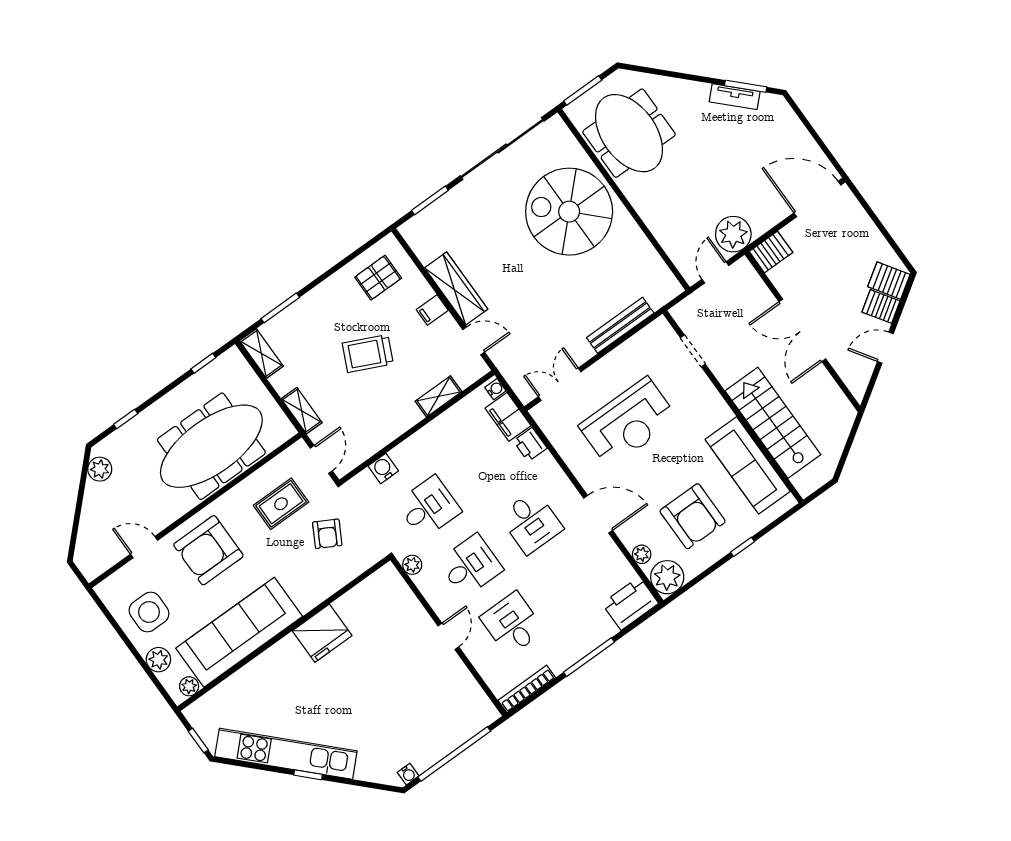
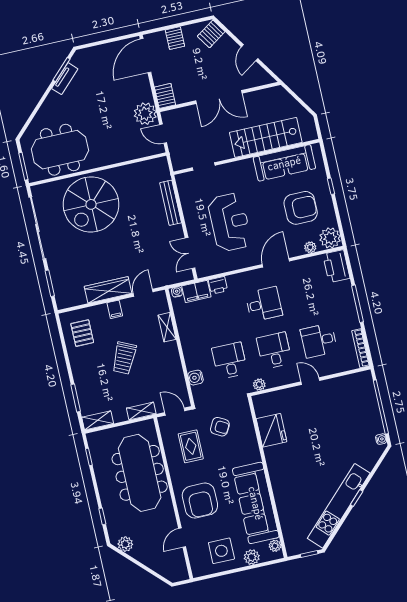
server rack: (881, 307) -> (175, 38), moved, turned -56
fridge: (322, 633) -> (272, 430), moved

